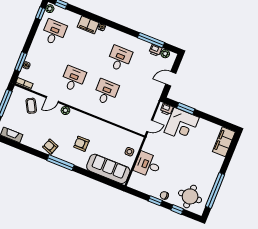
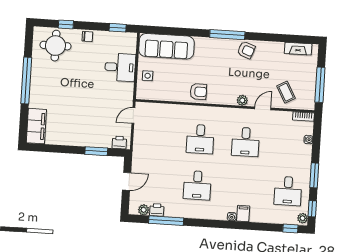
filing cabinet: (88, 25) -> (243, 214), width x0.50
window: (21, 62) -> (314, 175), moved
corner desk: (182, 125) -> (95, 130), removed
armchair: (81, 144) -> (198, 92), moved
window: (215, 191) -> (26, 80), moved
window: (155, 201) -> (118, 28), moved

